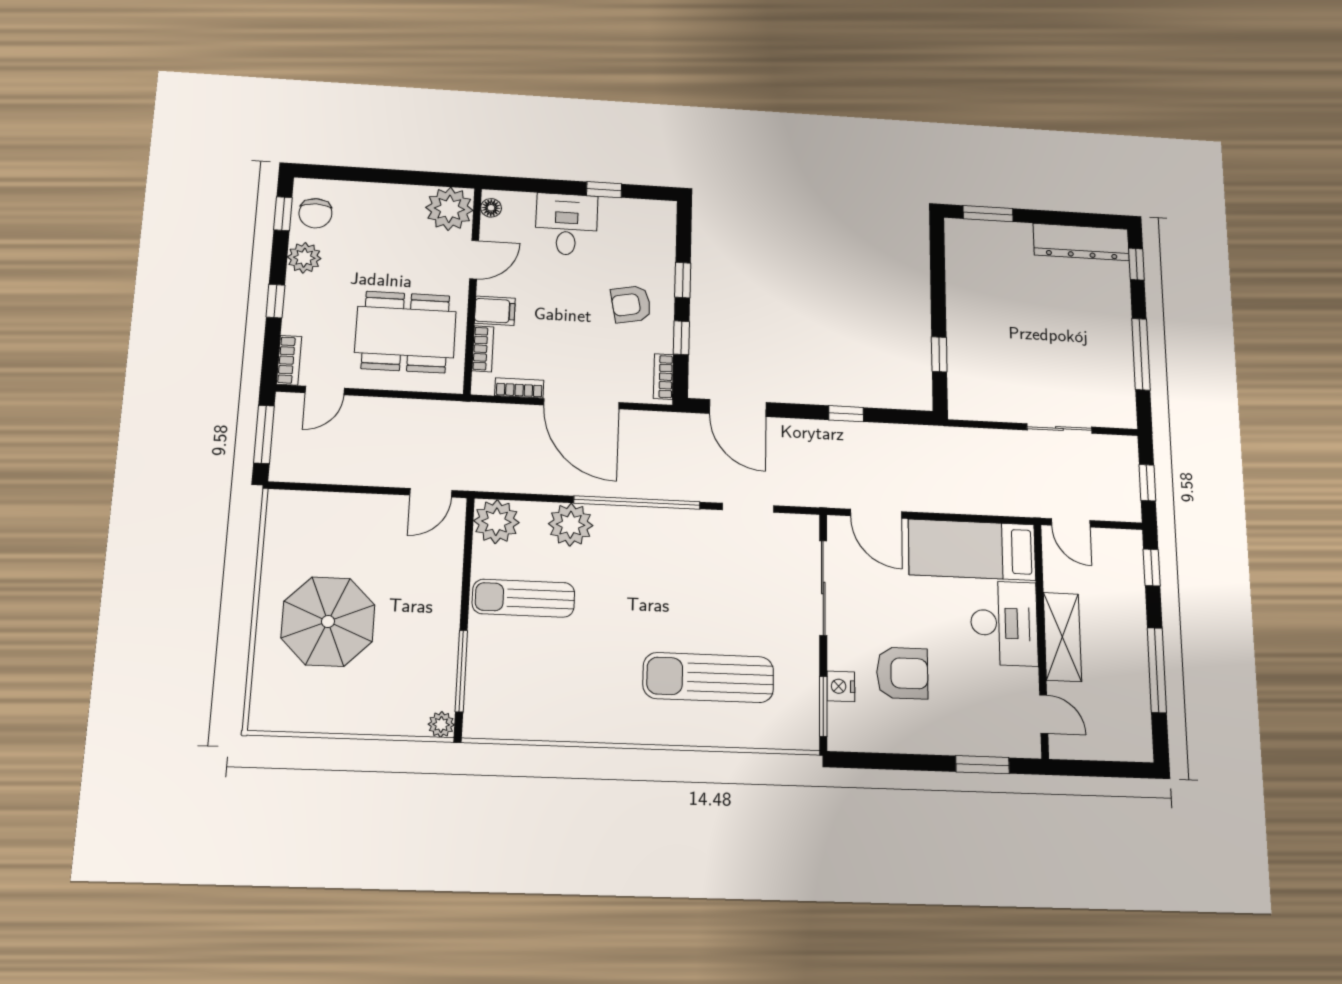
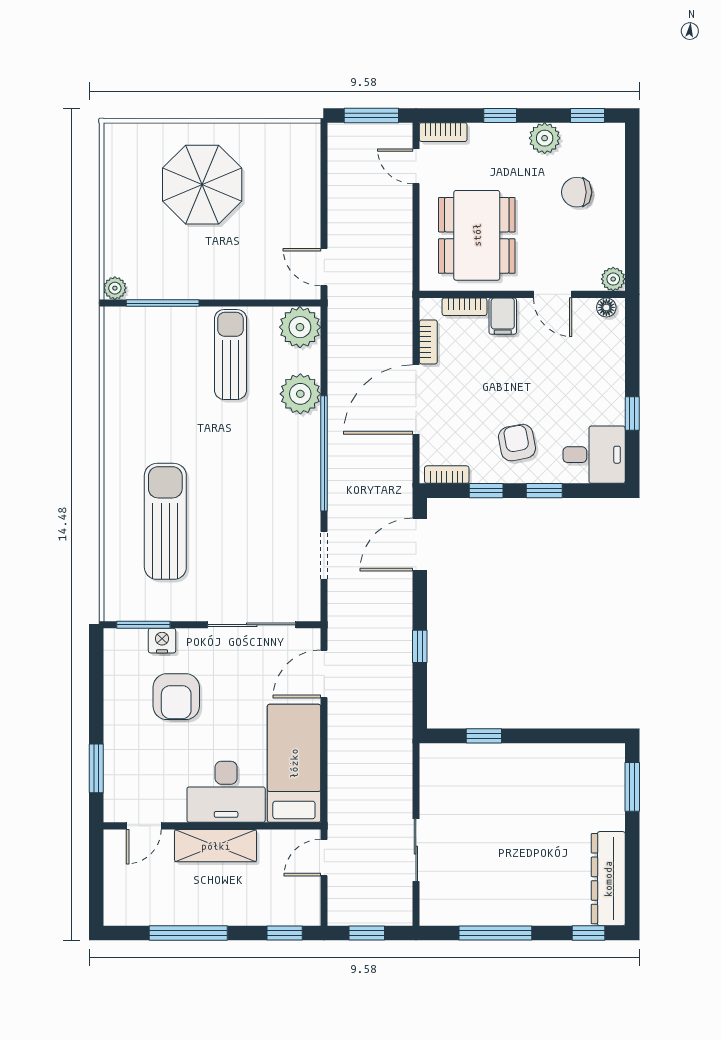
plant: (449, 209) -> (613, 279), width x0.53, depth x0.53
chair: (315, 213) -> (577, 192), moved
desk: (566, 224) -> (594, 455), moved

